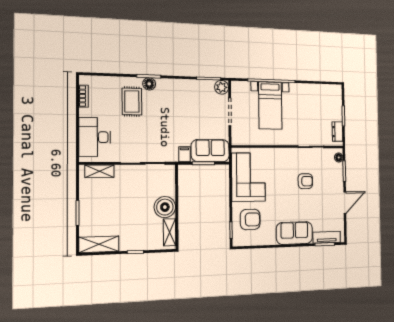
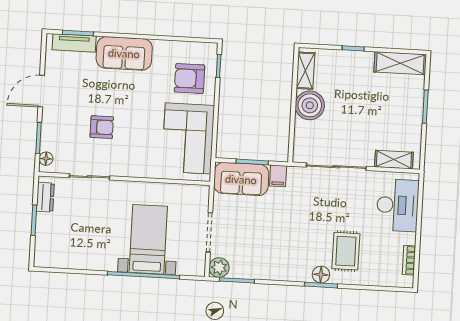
armchair: (305, 181) -> (102, 127), turned 180

